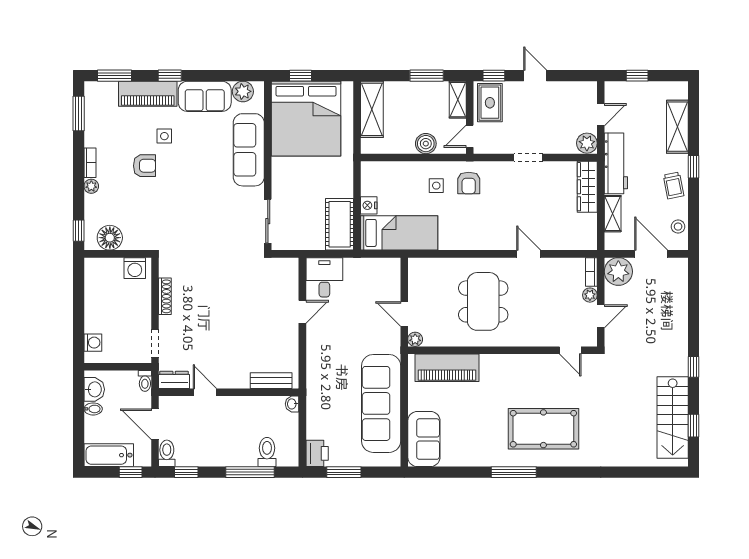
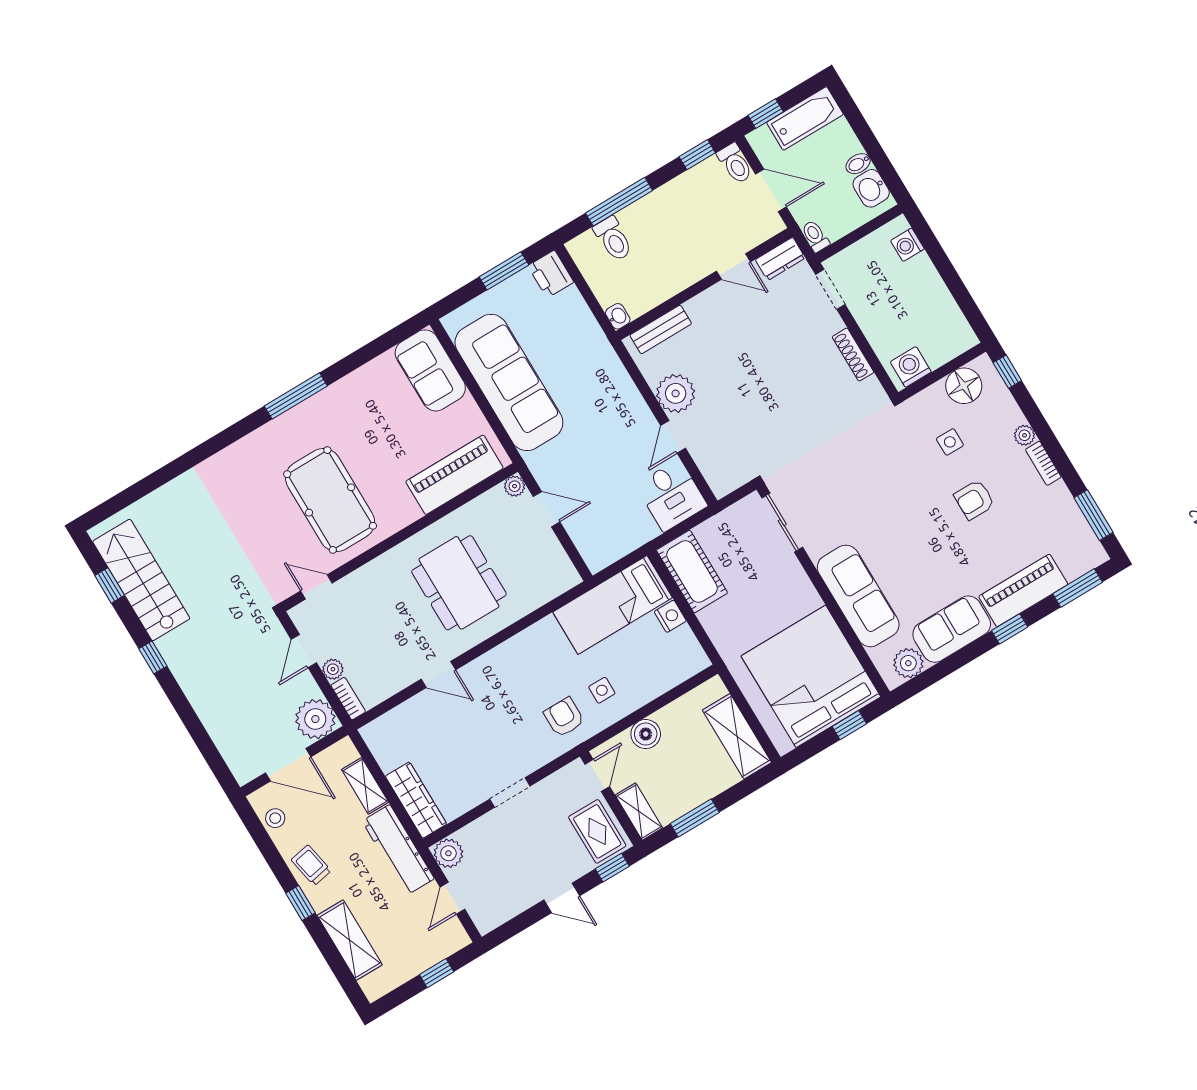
side table: (164, 136) -> (950, 442), moved
plant: (285, 337) -> (676, 393), added
pool table: (543, 429) -> (330, 500), moved, turned 90

